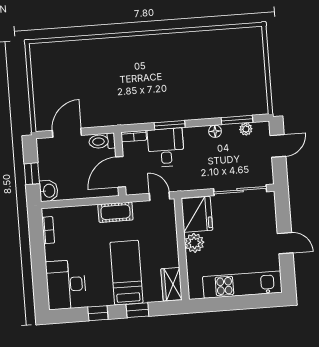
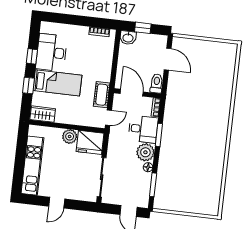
plant: (246, 129) -> (145, 152), moved, width x1.87, depth x1.87
cot: (115, 212) -> (102, 95), moved
desk: (66, 285) -> (52, 53), moved, turned -90

